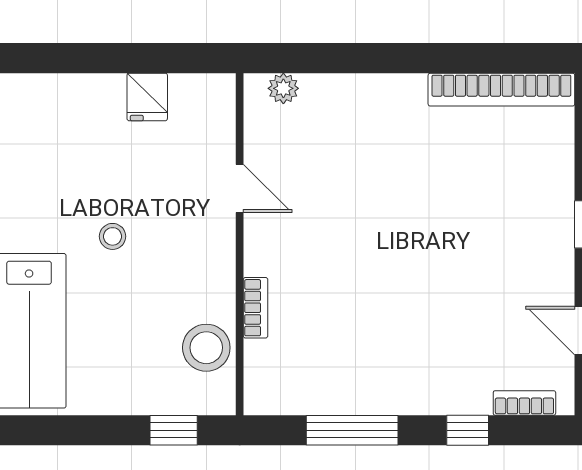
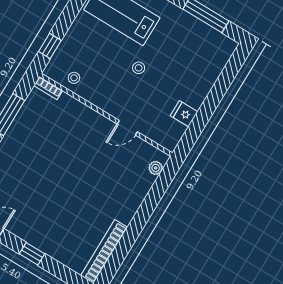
bookcase: (256, 308) -> (48, 88), moved
stool: (206, 348) -> (74, 78), width x0.53, depth x0.53

